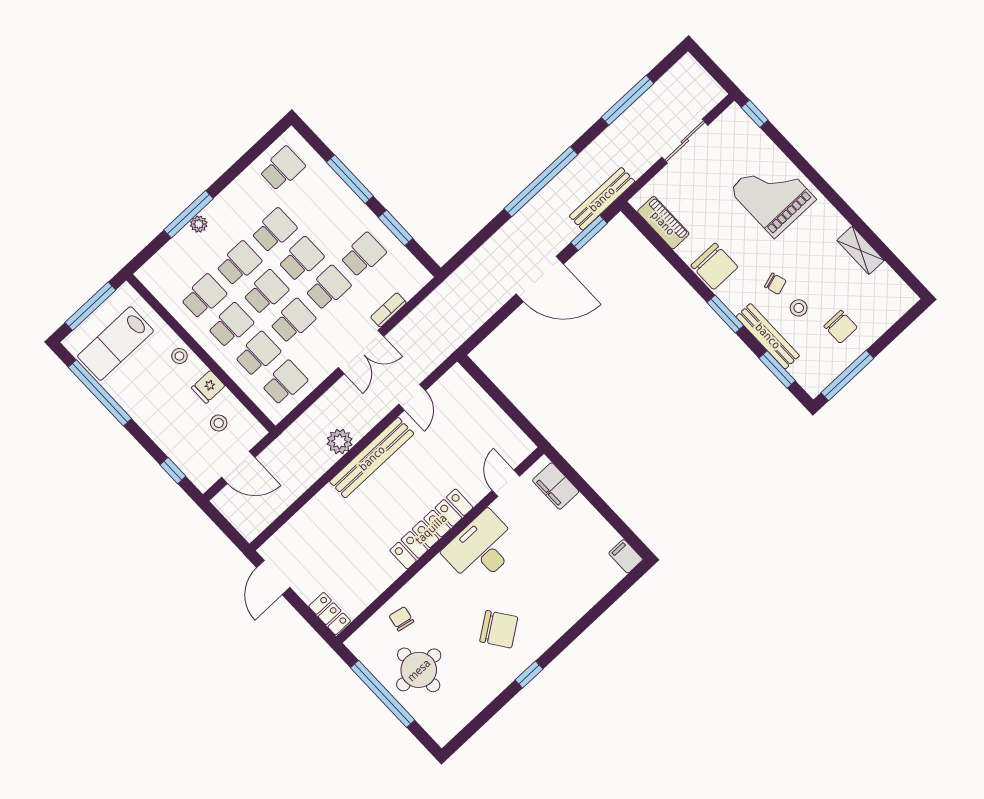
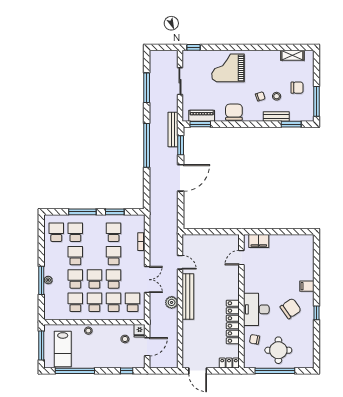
shelving: (860, 250) -> (292, 55), moved
school desk: (301, 259) -> (75, 232), moved
chair: (714, 266) -> (234, 112), turned -90
window: (725, 314) -> (200, 124), moved
bench: (768, 336) -> (276, 117), width x0.73
double door: (361, 352) -> (147, 280), moved
fridge: (208, 387) -> (140, 331), moved
door: (506, 483) -> (241, 258), hinge flipped
locker: (431, 529) -> (233, 322), moved
desk: (481, 548) -> (256, 309), moved
filing cabinet: (626, 556) -> (307, 286), moved

